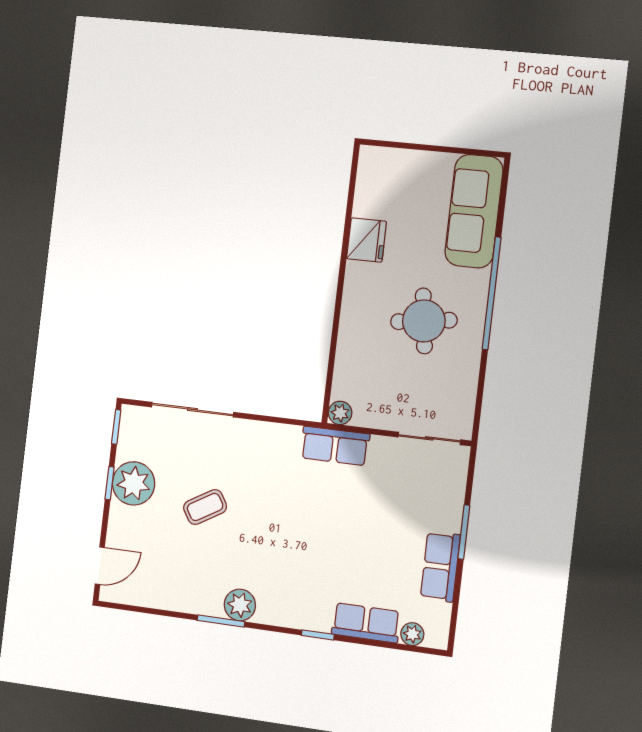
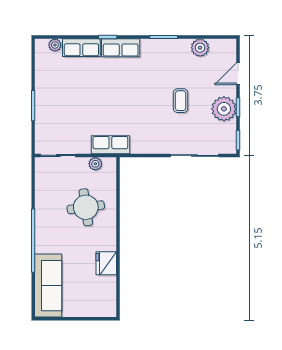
round table: (424, 321) -> (86, 207), moved
plant: (340, 413) -> (95, 164), moved
coffee table: (205, 507) -> (181, 101), turned -59
door: (100, 566) -> (238, 74), moved
row of seats: (440, 567) -> (121, 48), moved, turned 90
plant: (240, 605) -> (200, 48), moved

